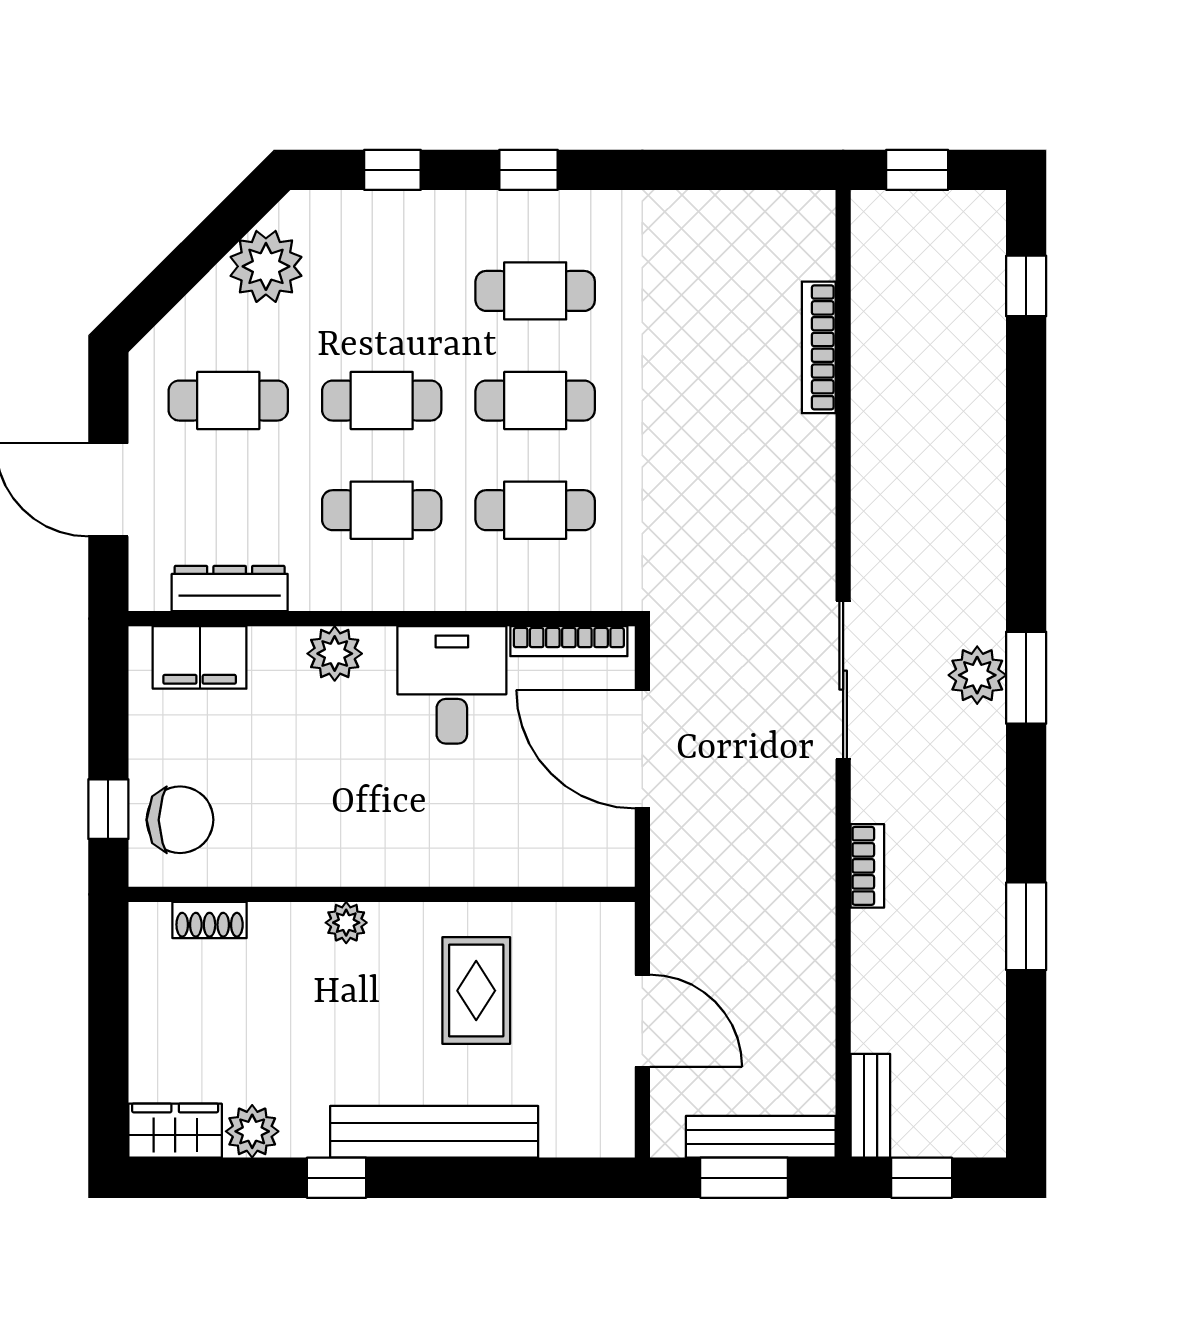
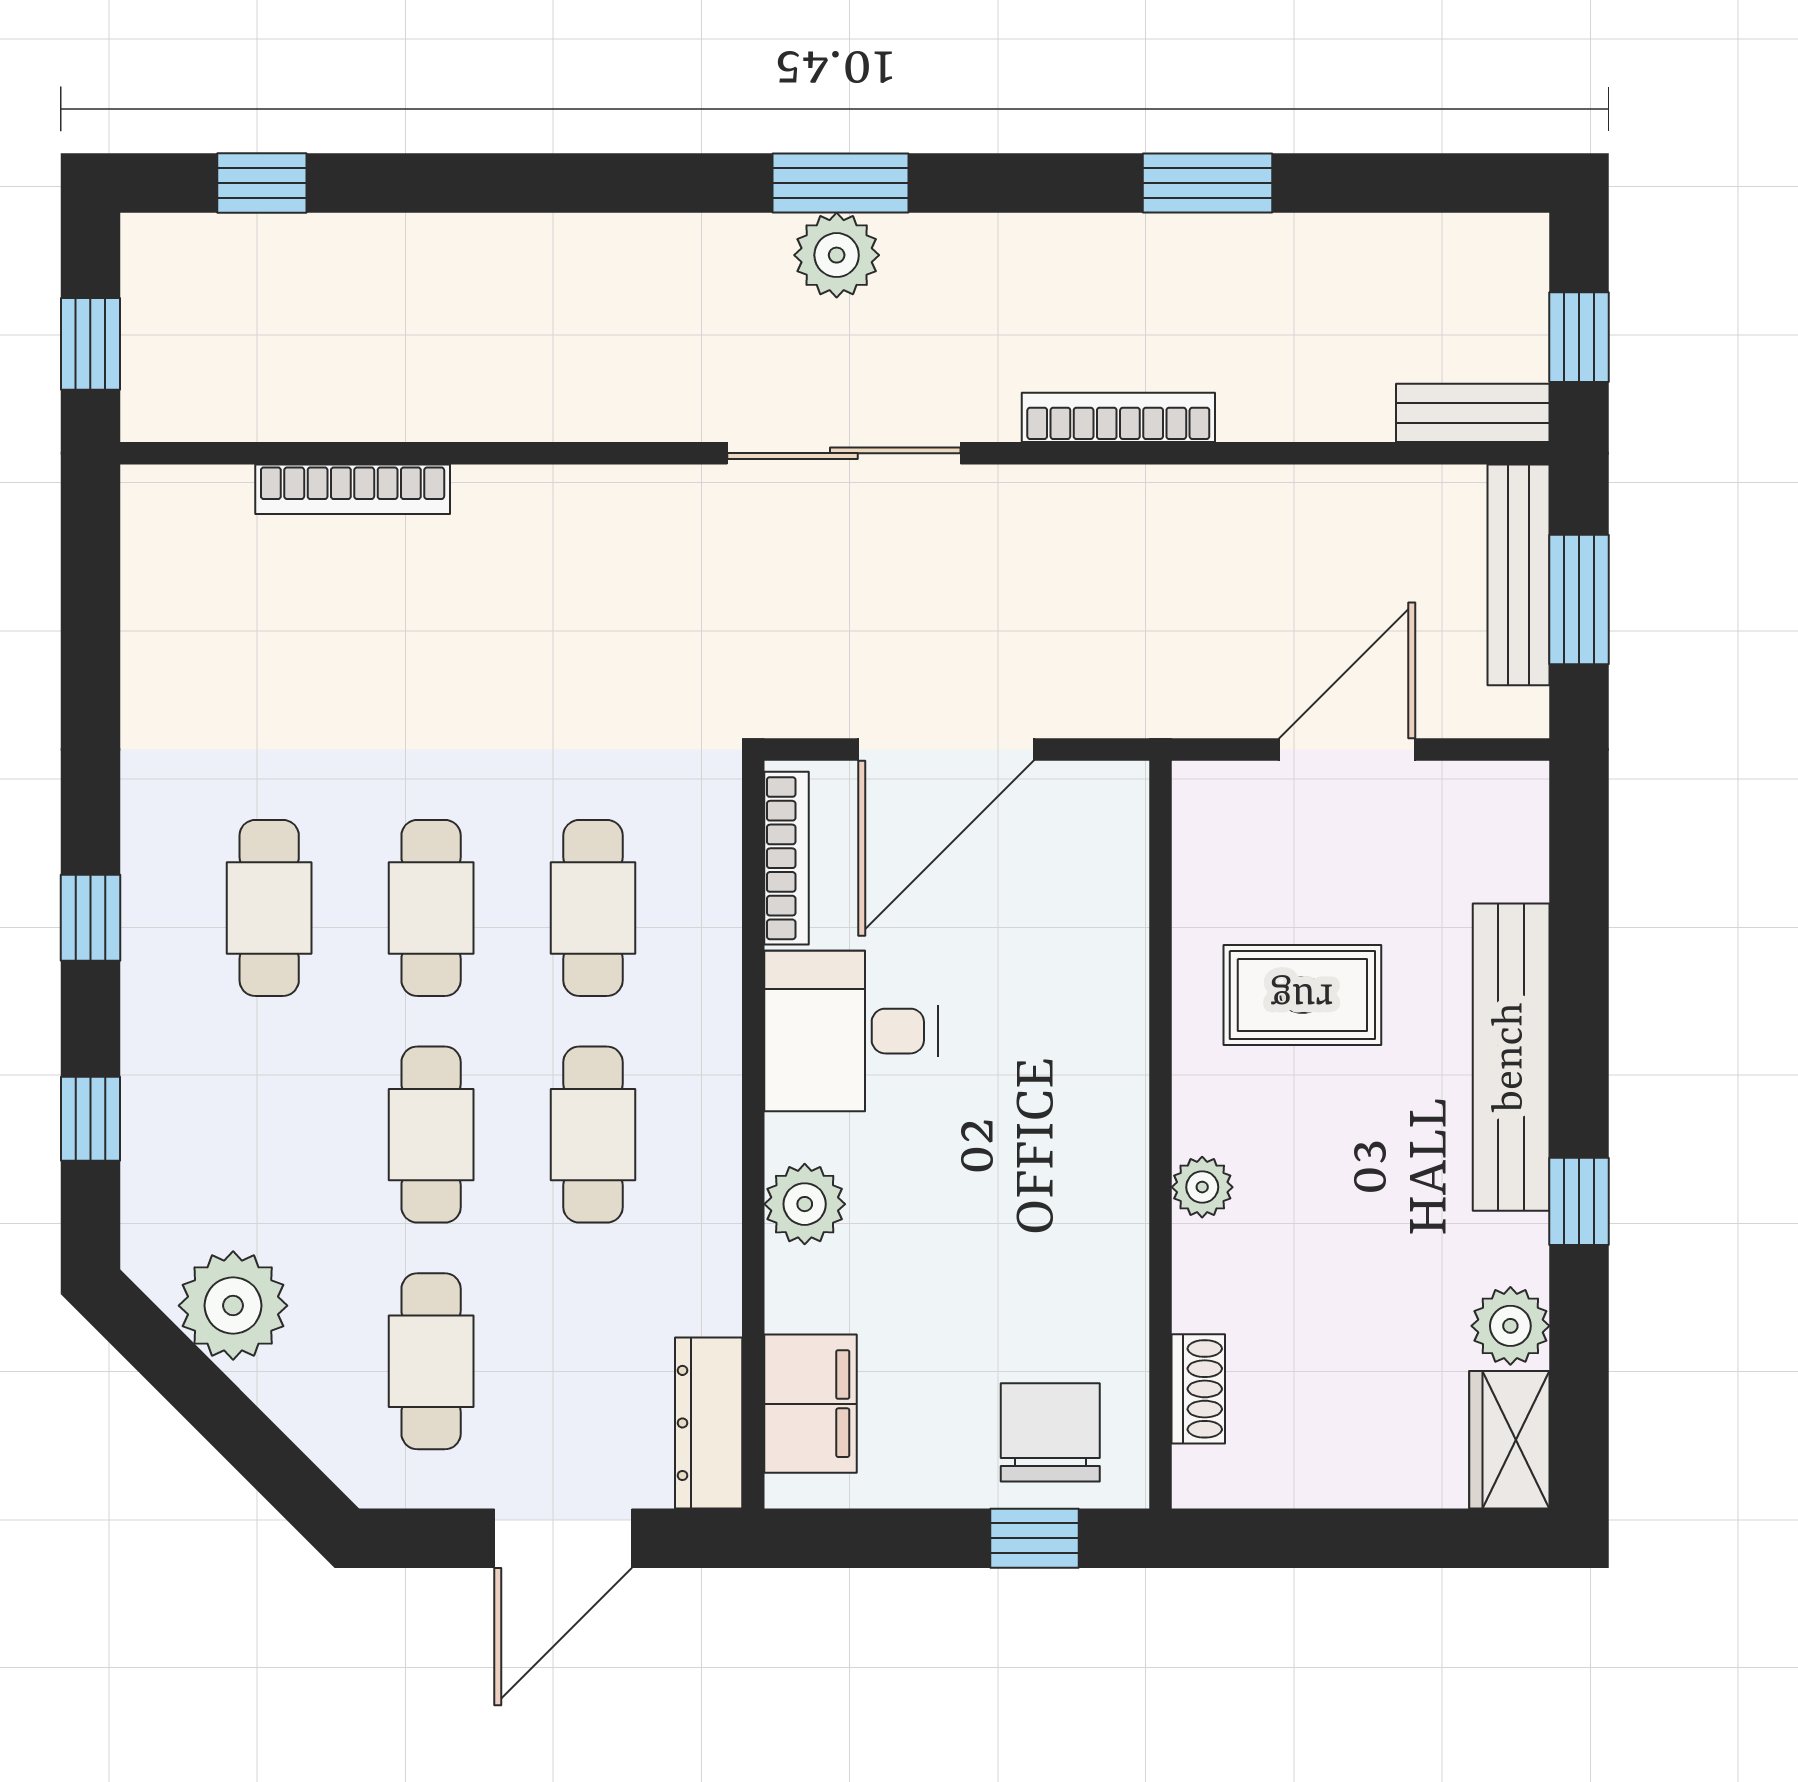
dresser: (230, 588) -> (709, 1423), moved
bookcase: (867, 866) -> (1118, 417), width x1.56

